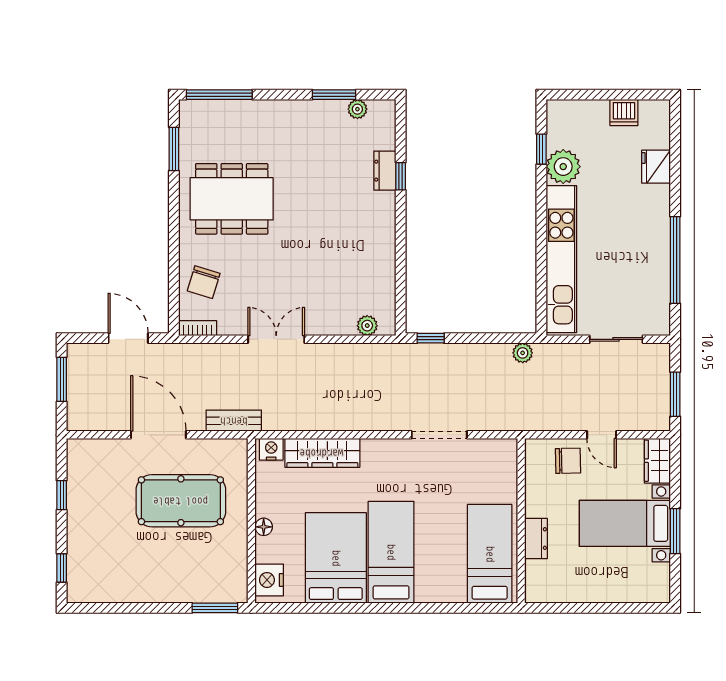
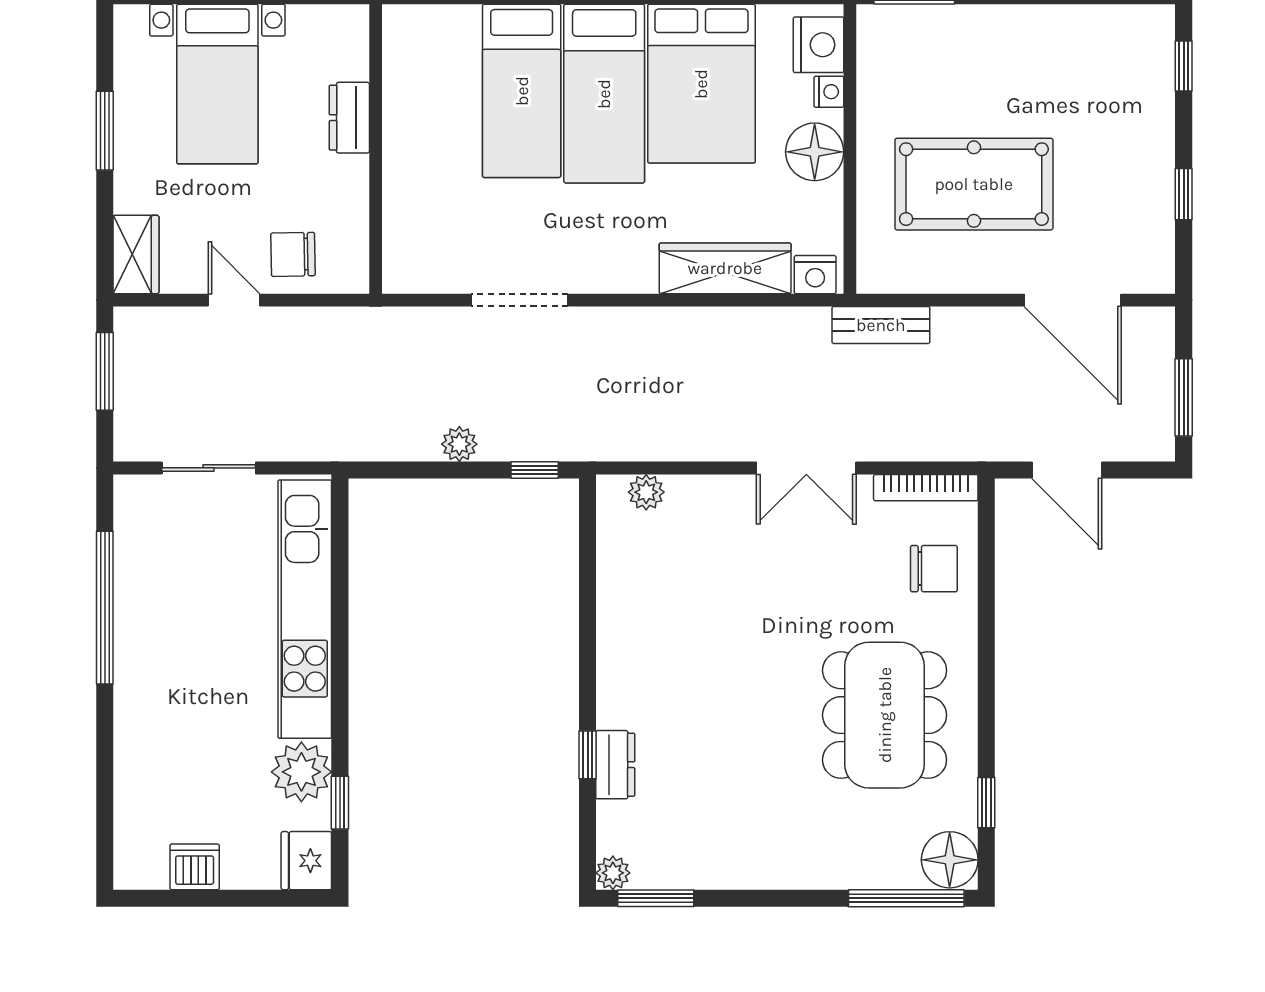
window: (334, 95) -> (656, 898), moved
plant: (357, 109) -> (613, 873), moved
floor lamp: (195, 117) -> (950, 860), added
window: (174, 149) -> (986, 803), width x0.67
fridge: (656, 167) -> (306, 861), moved, turned 180
dining table: (232, 199) -> (885, 715), turned 90
chair: (204, 282) -> (934, 569), turned 73
bookcase: (198, 328) -> (926, 488), width x1.56
plant: (523, 353) -> (459, 444), moved
door: (158, 435) -> (1073, 300), moved
bed with nightstands: (625, 523) -> (217, 84), moved, turned 90
floor lamp: (264, 527) -> (815, 152), width x1.89, depth x1.89
nightstand: (263, 553) -> (829, 92), added
bed: (490, 554) -> (522, 91), moved

